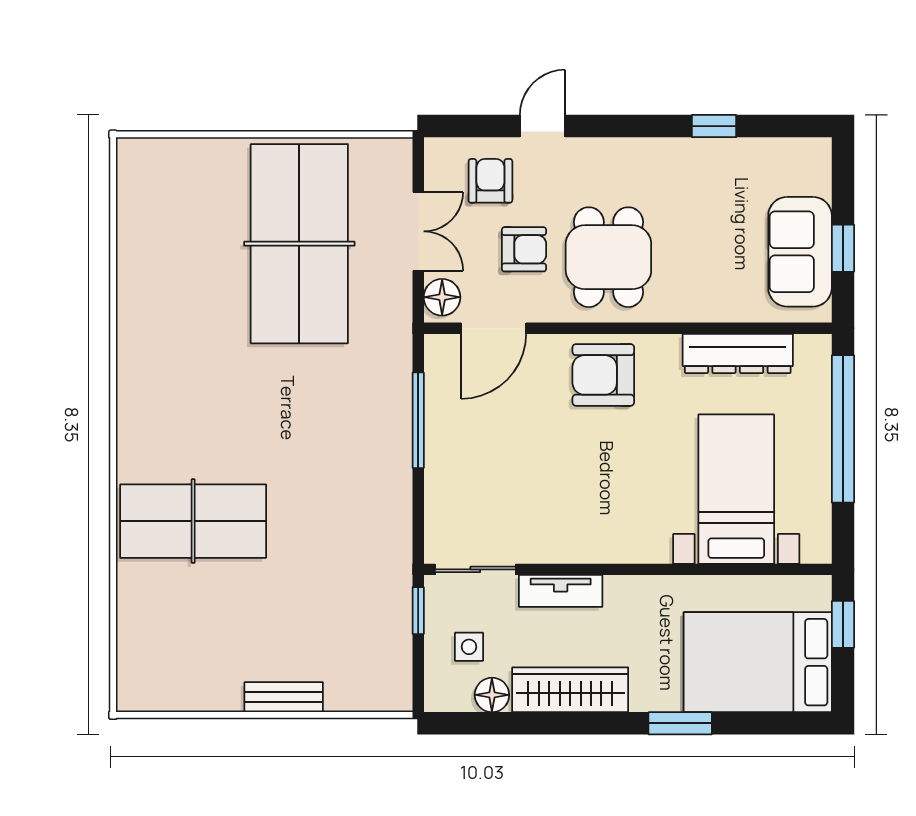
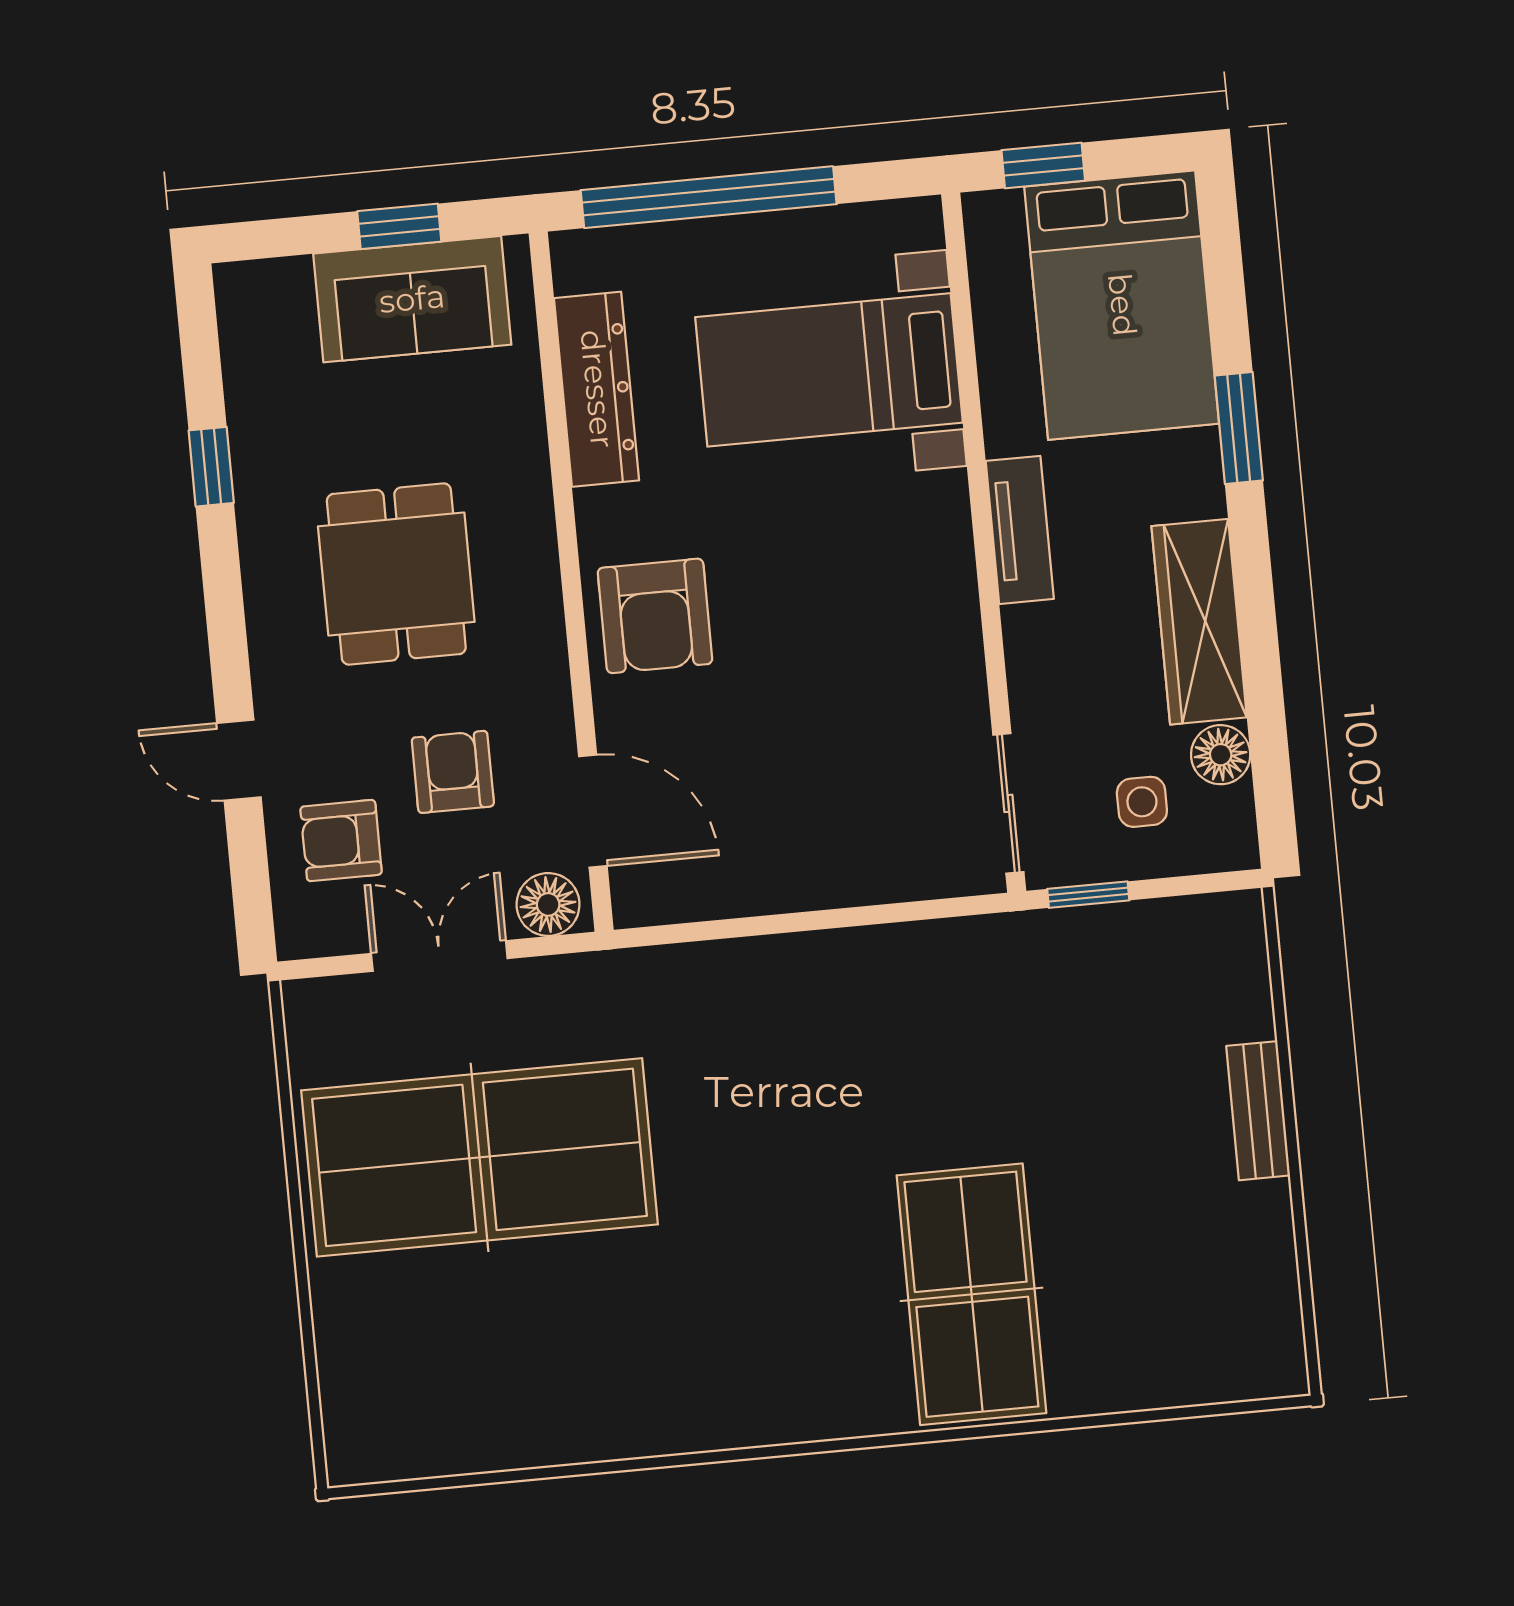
dining table: (608, 257) -> (396, 574), moved, turned 90
window: (418, 420) -> (762, 925), removed
tv unit: (561, 591) -> (1020, 530), moved

